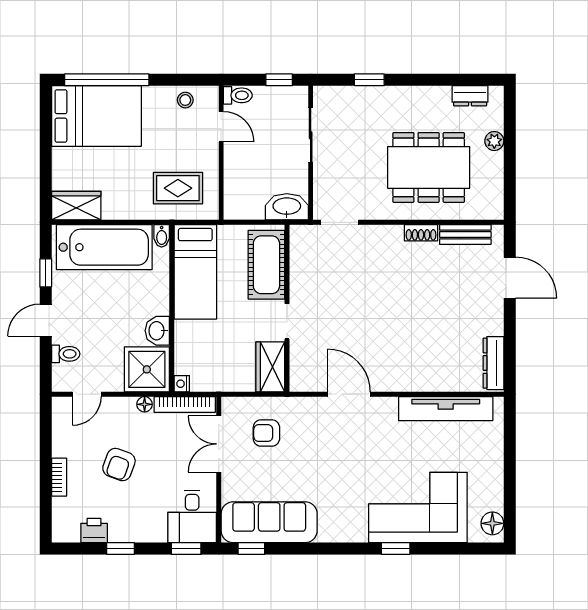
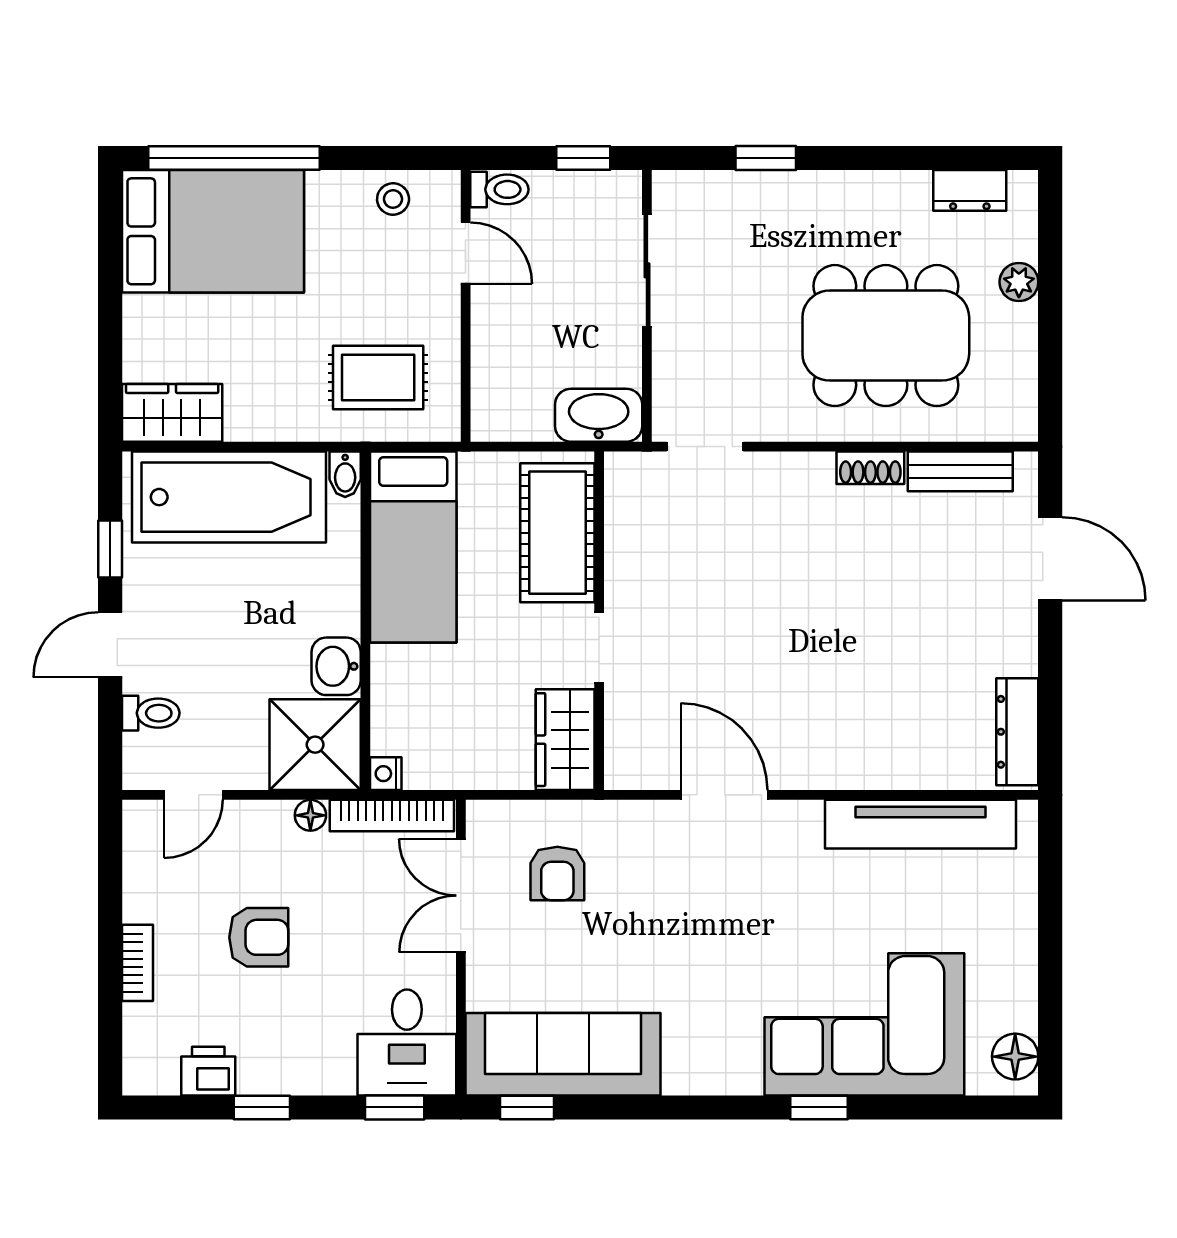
armchair: (266, 433) -> (557, 873), turned -90
armchair: (119, 465) -> (259, 937), turned -110

